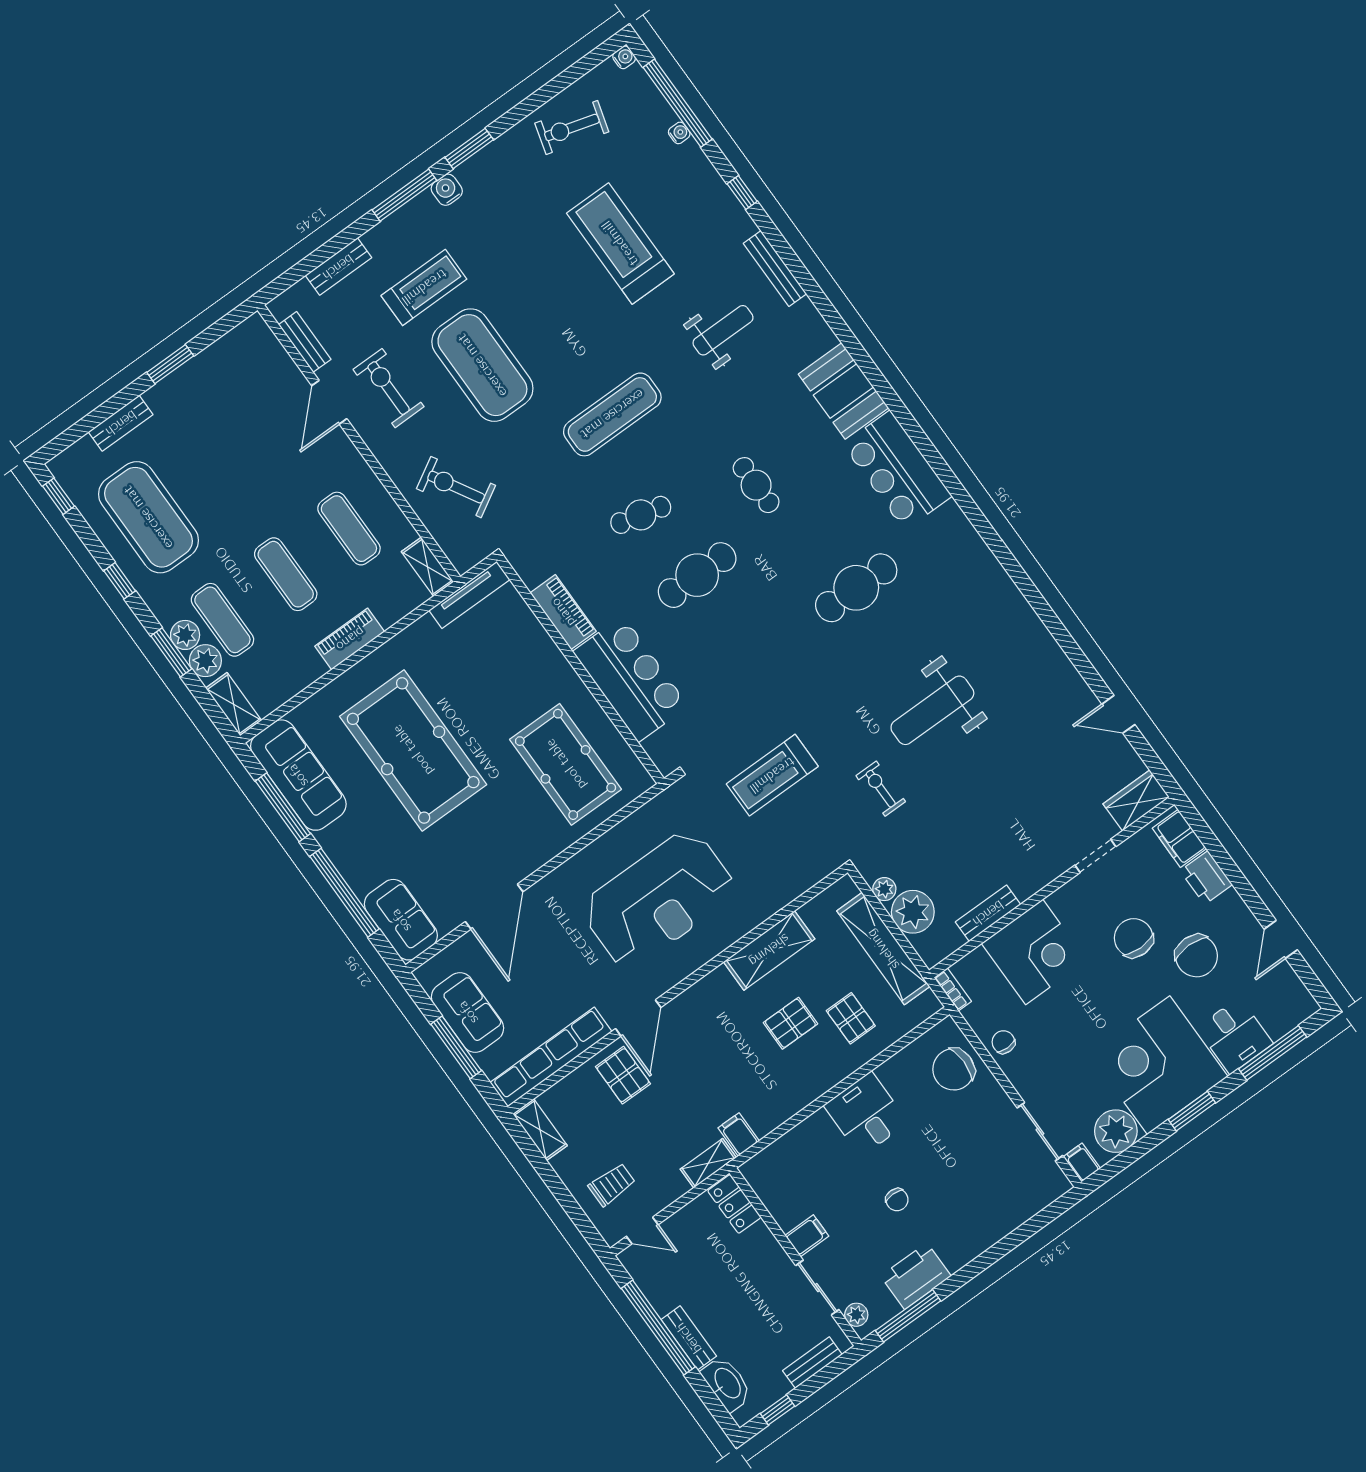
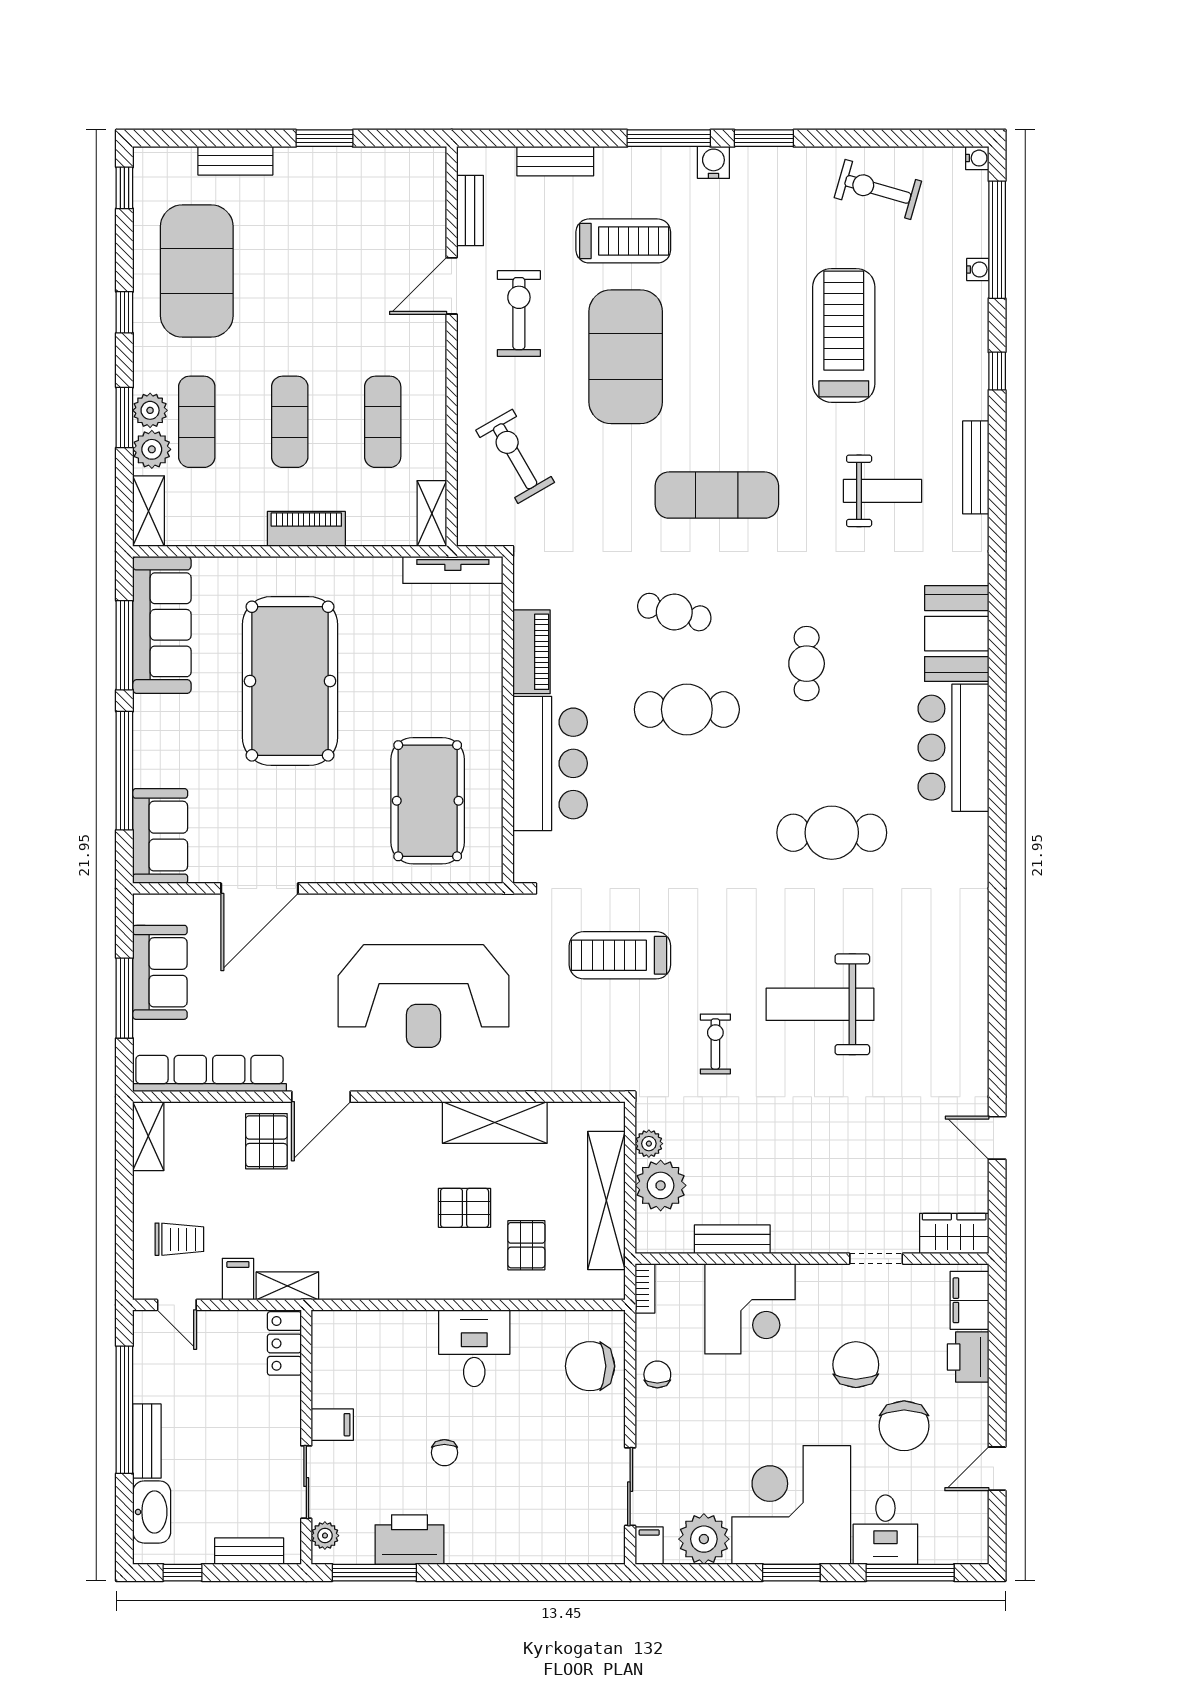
filing cabinet: (739, 1134) -> (238, 1279), moved

